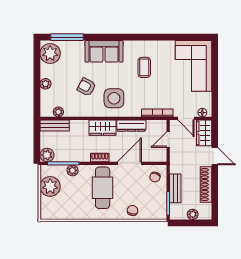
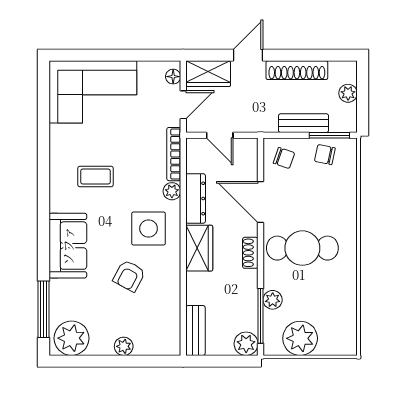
plant: (58, 112) -> (172, 191), moved
chair: (133, 210) -> (325, 155), moved

